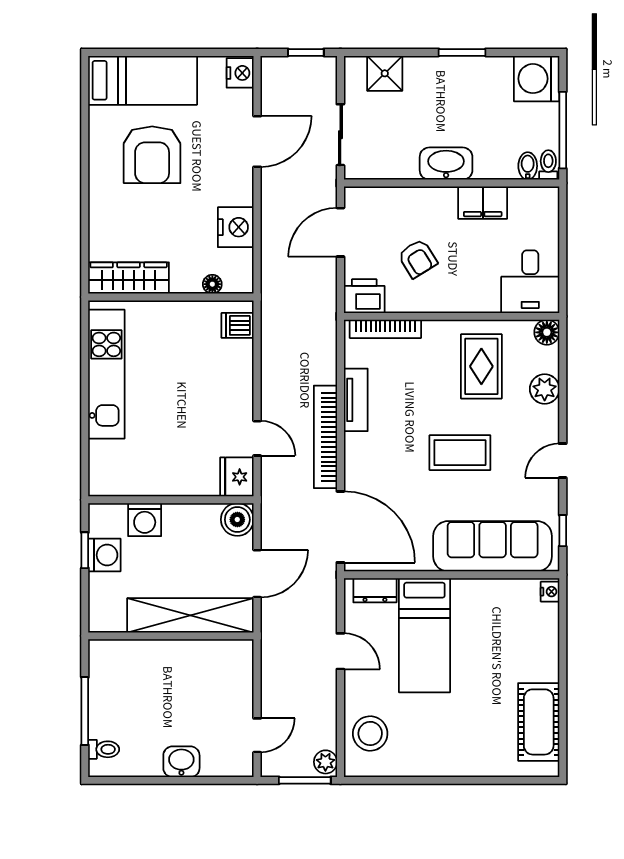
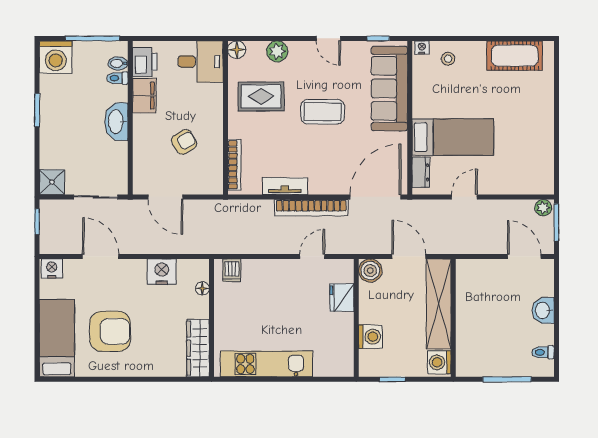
shower: (385, 73) -> (52, 182), moved
toilet: (548, 165) -> (117, 78), moved
printer: (364, 296) -> (145, 62), moved, turned 180
coffee table: (460, 453) -> (323, 112), turned 90
fridge: (237, 477) -> (342, 298), moved, turned 90
washing machine: (104, 555) -> (439, 362), moved, turned -90
stool: (370, 733) -> (448, 59), moved, width x0.53, depth x0.53
door: (257, 735) -> (524, 256), width x1.38
toilet: (104, 749) -> (543, 352), moved, turned -90

